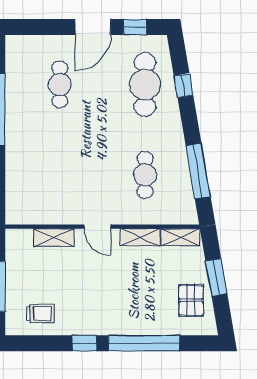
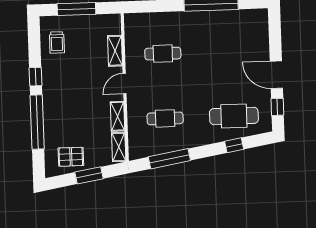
cafe table: (60, 84) -> (163, 54), moved

